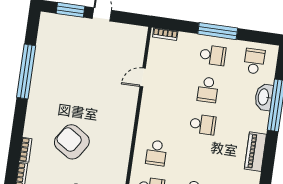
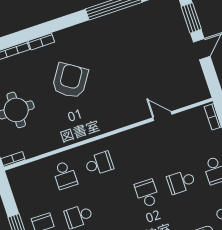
school desk: (203, 124) -> (147, 193), turned 180
school desk: (156, 153) -> (99, 164), turned 180

